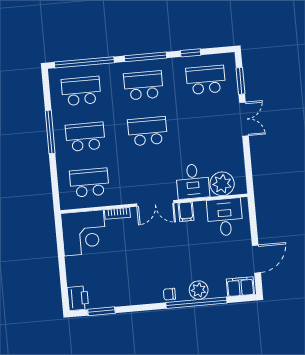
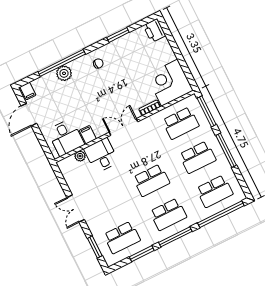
window: (191, 53) -> (142, 254), width x1.50
double door: (244, 119) -> (76, 209), moved
window: (55, 184) -> (207, 111), added
plant: (222, 184) -> (80, 156), width x0.53, depth x0.53
filing cabinet: (186, 212) -> (88, 135), moved
filing cabinet: (240, 287) -> (28, 91), width x0.50
chair: (169, 294) -> (98, 63), moved
window: (101, 311) -> (118, 35), moved

